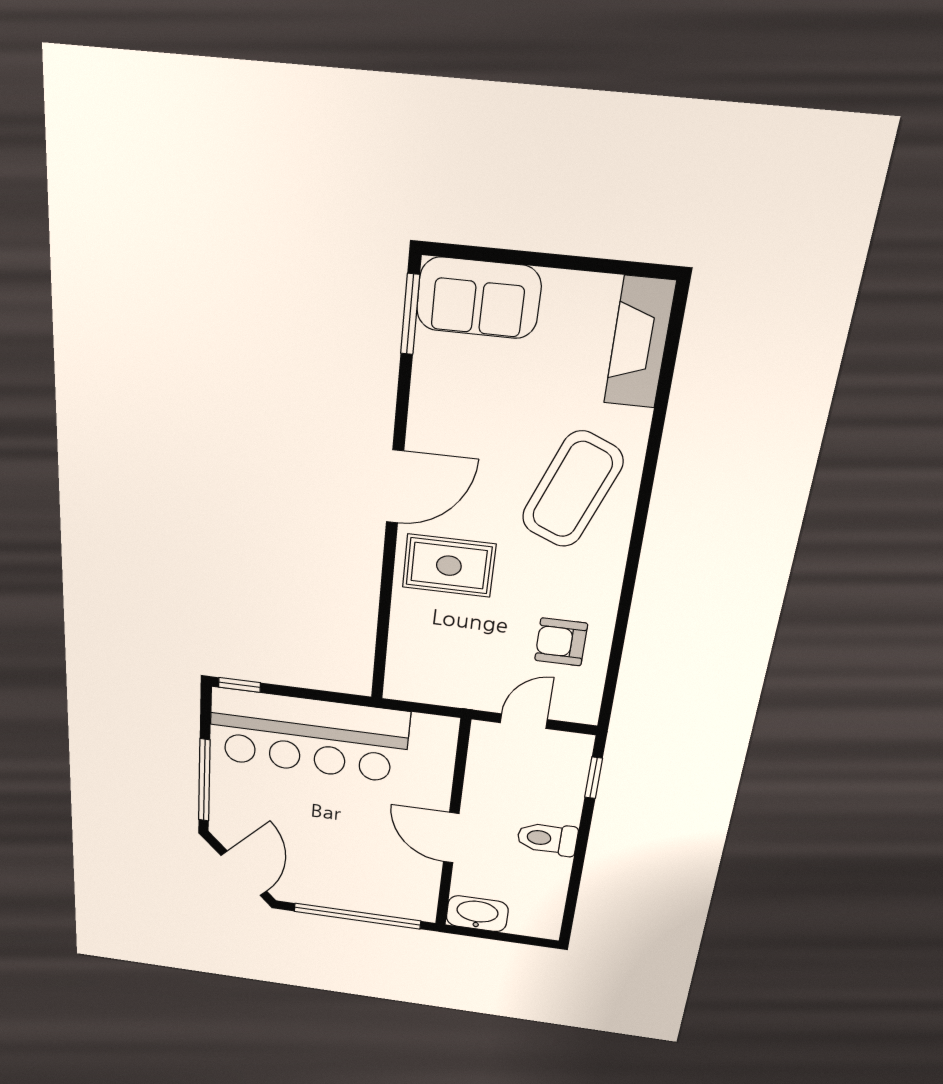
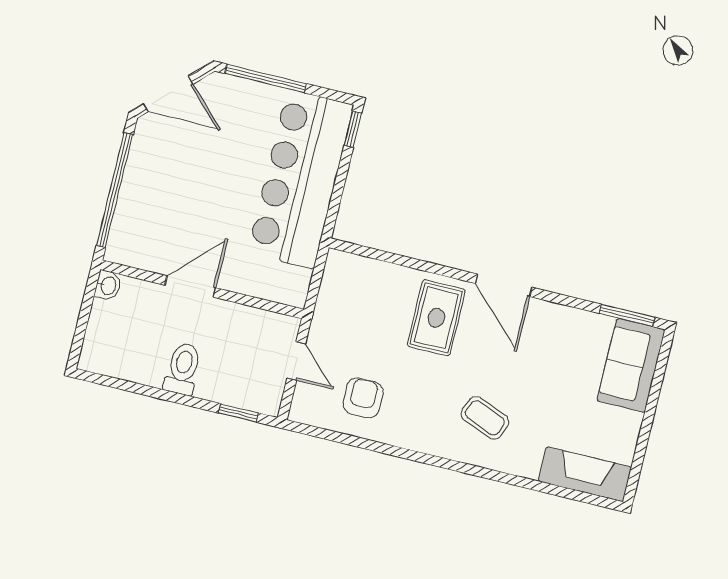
coffee table: (572, 490) -> (485, 418), width x0.54, depth x0.58
washbasin: (477, 914) -> (108, 286), width x0.52, depth x0.69

